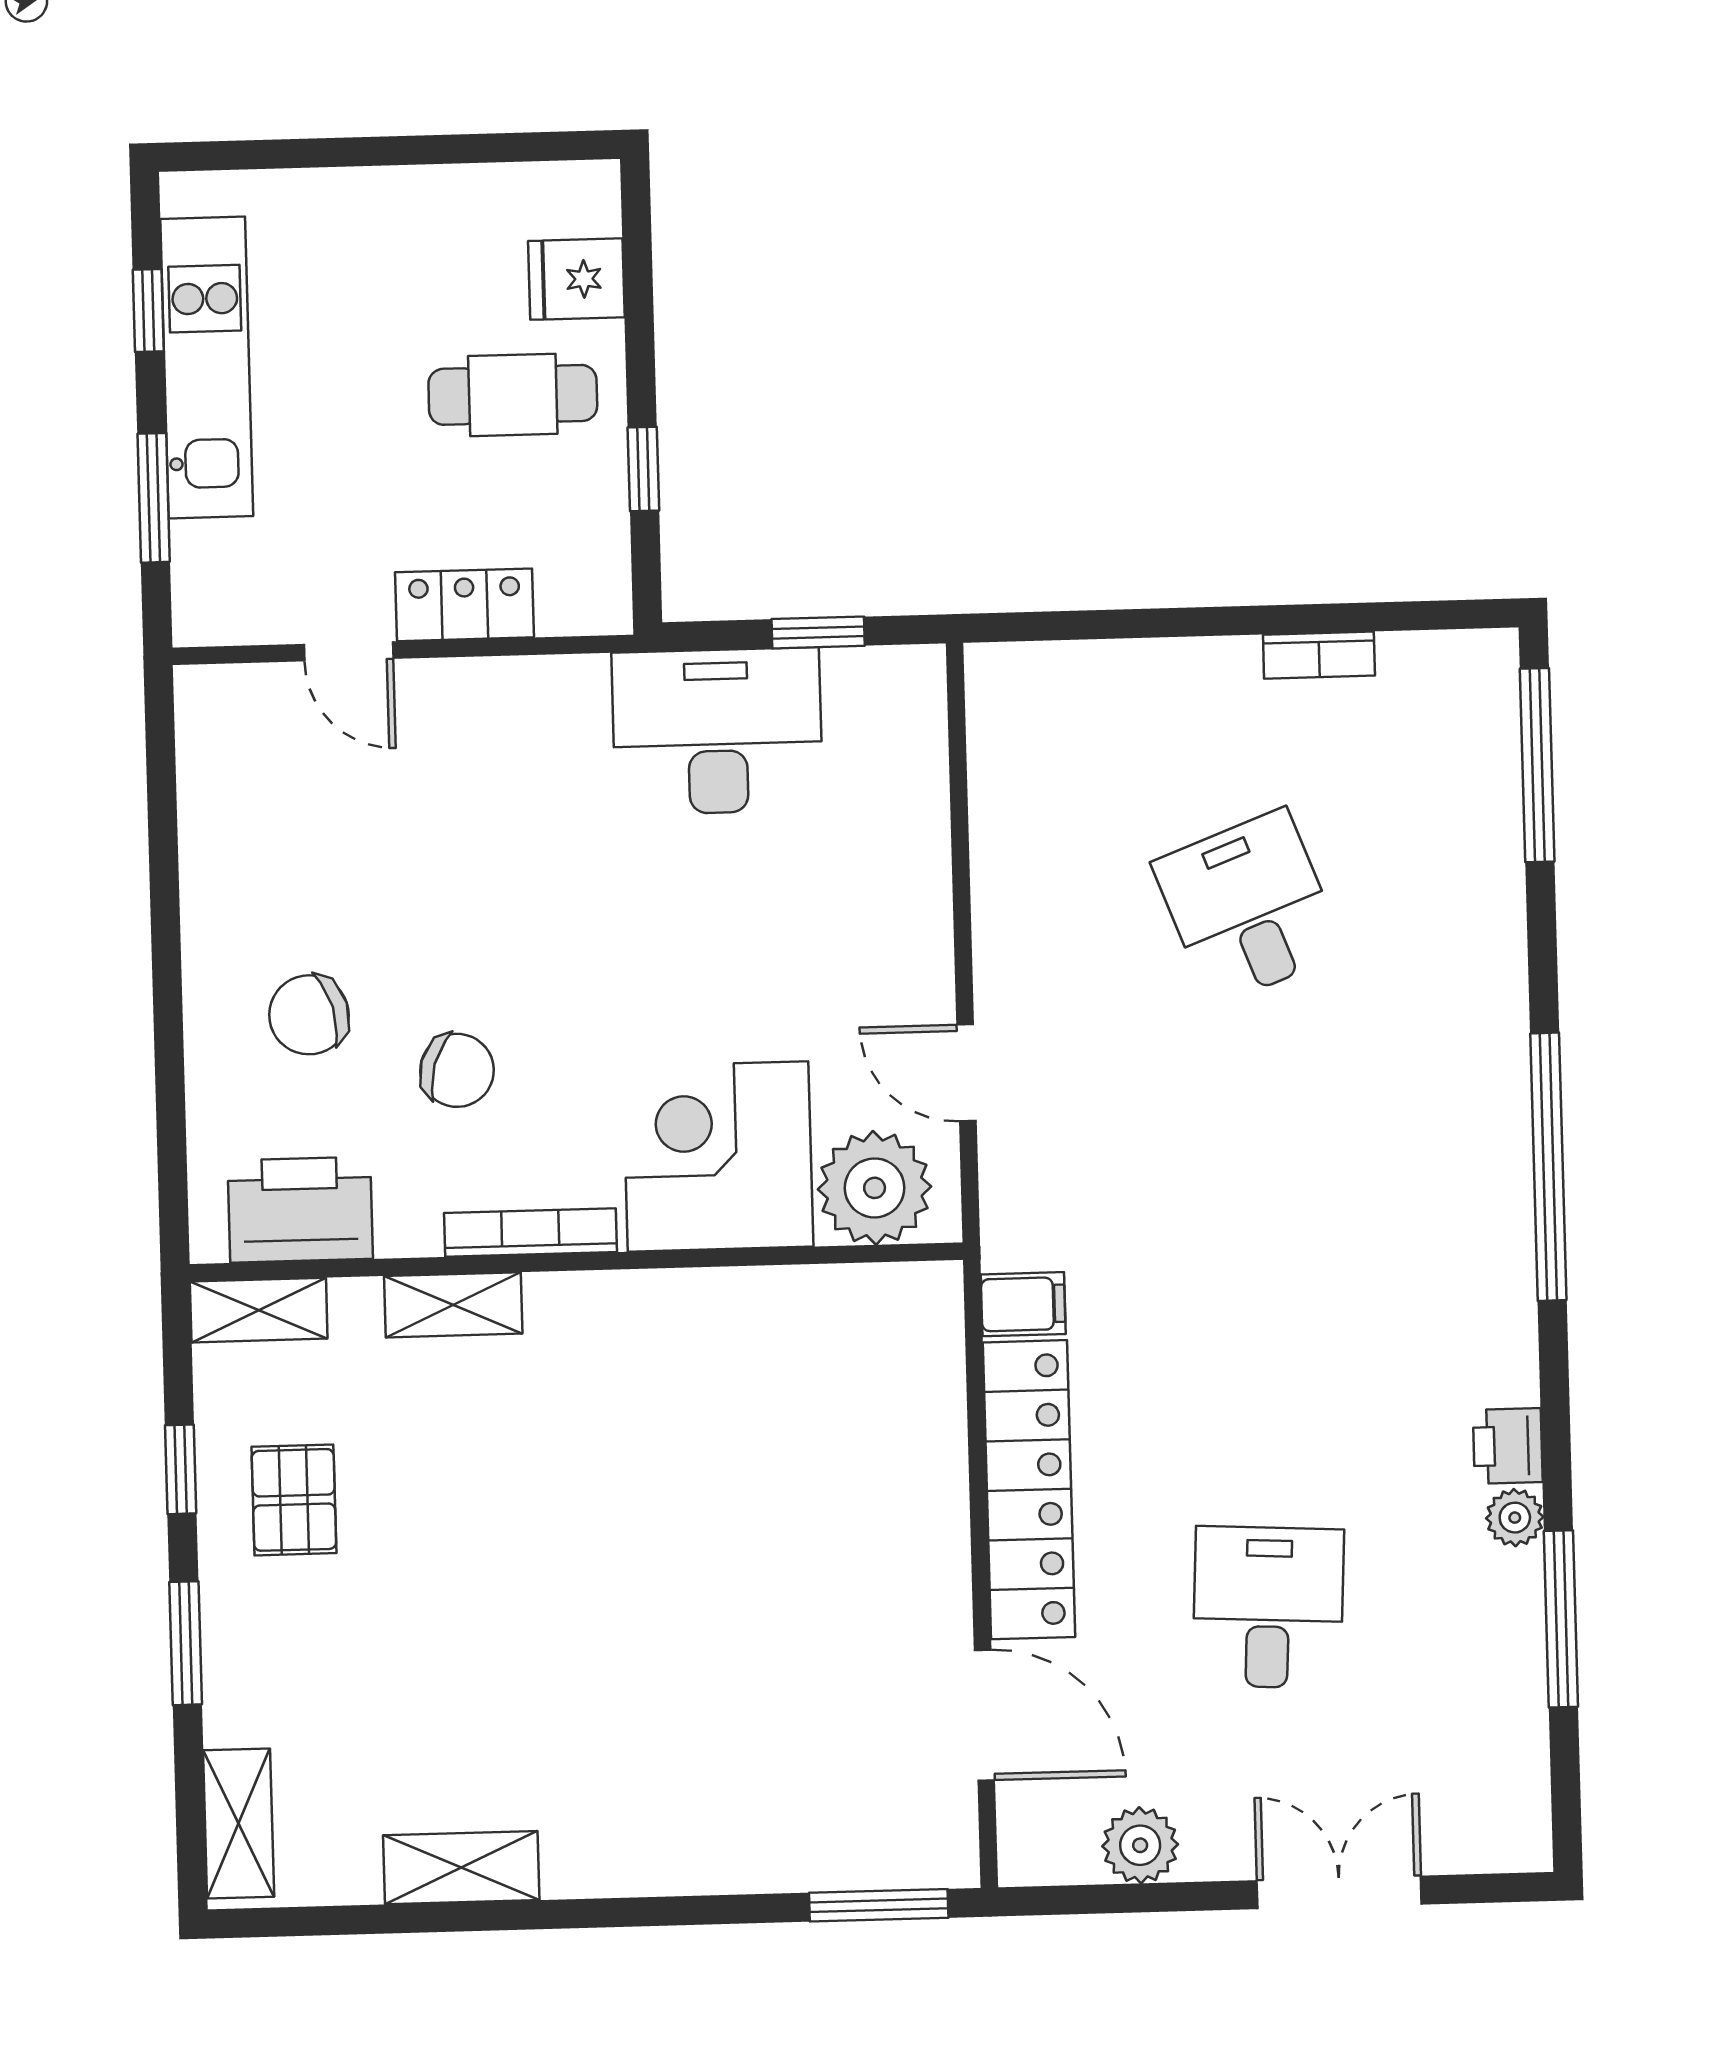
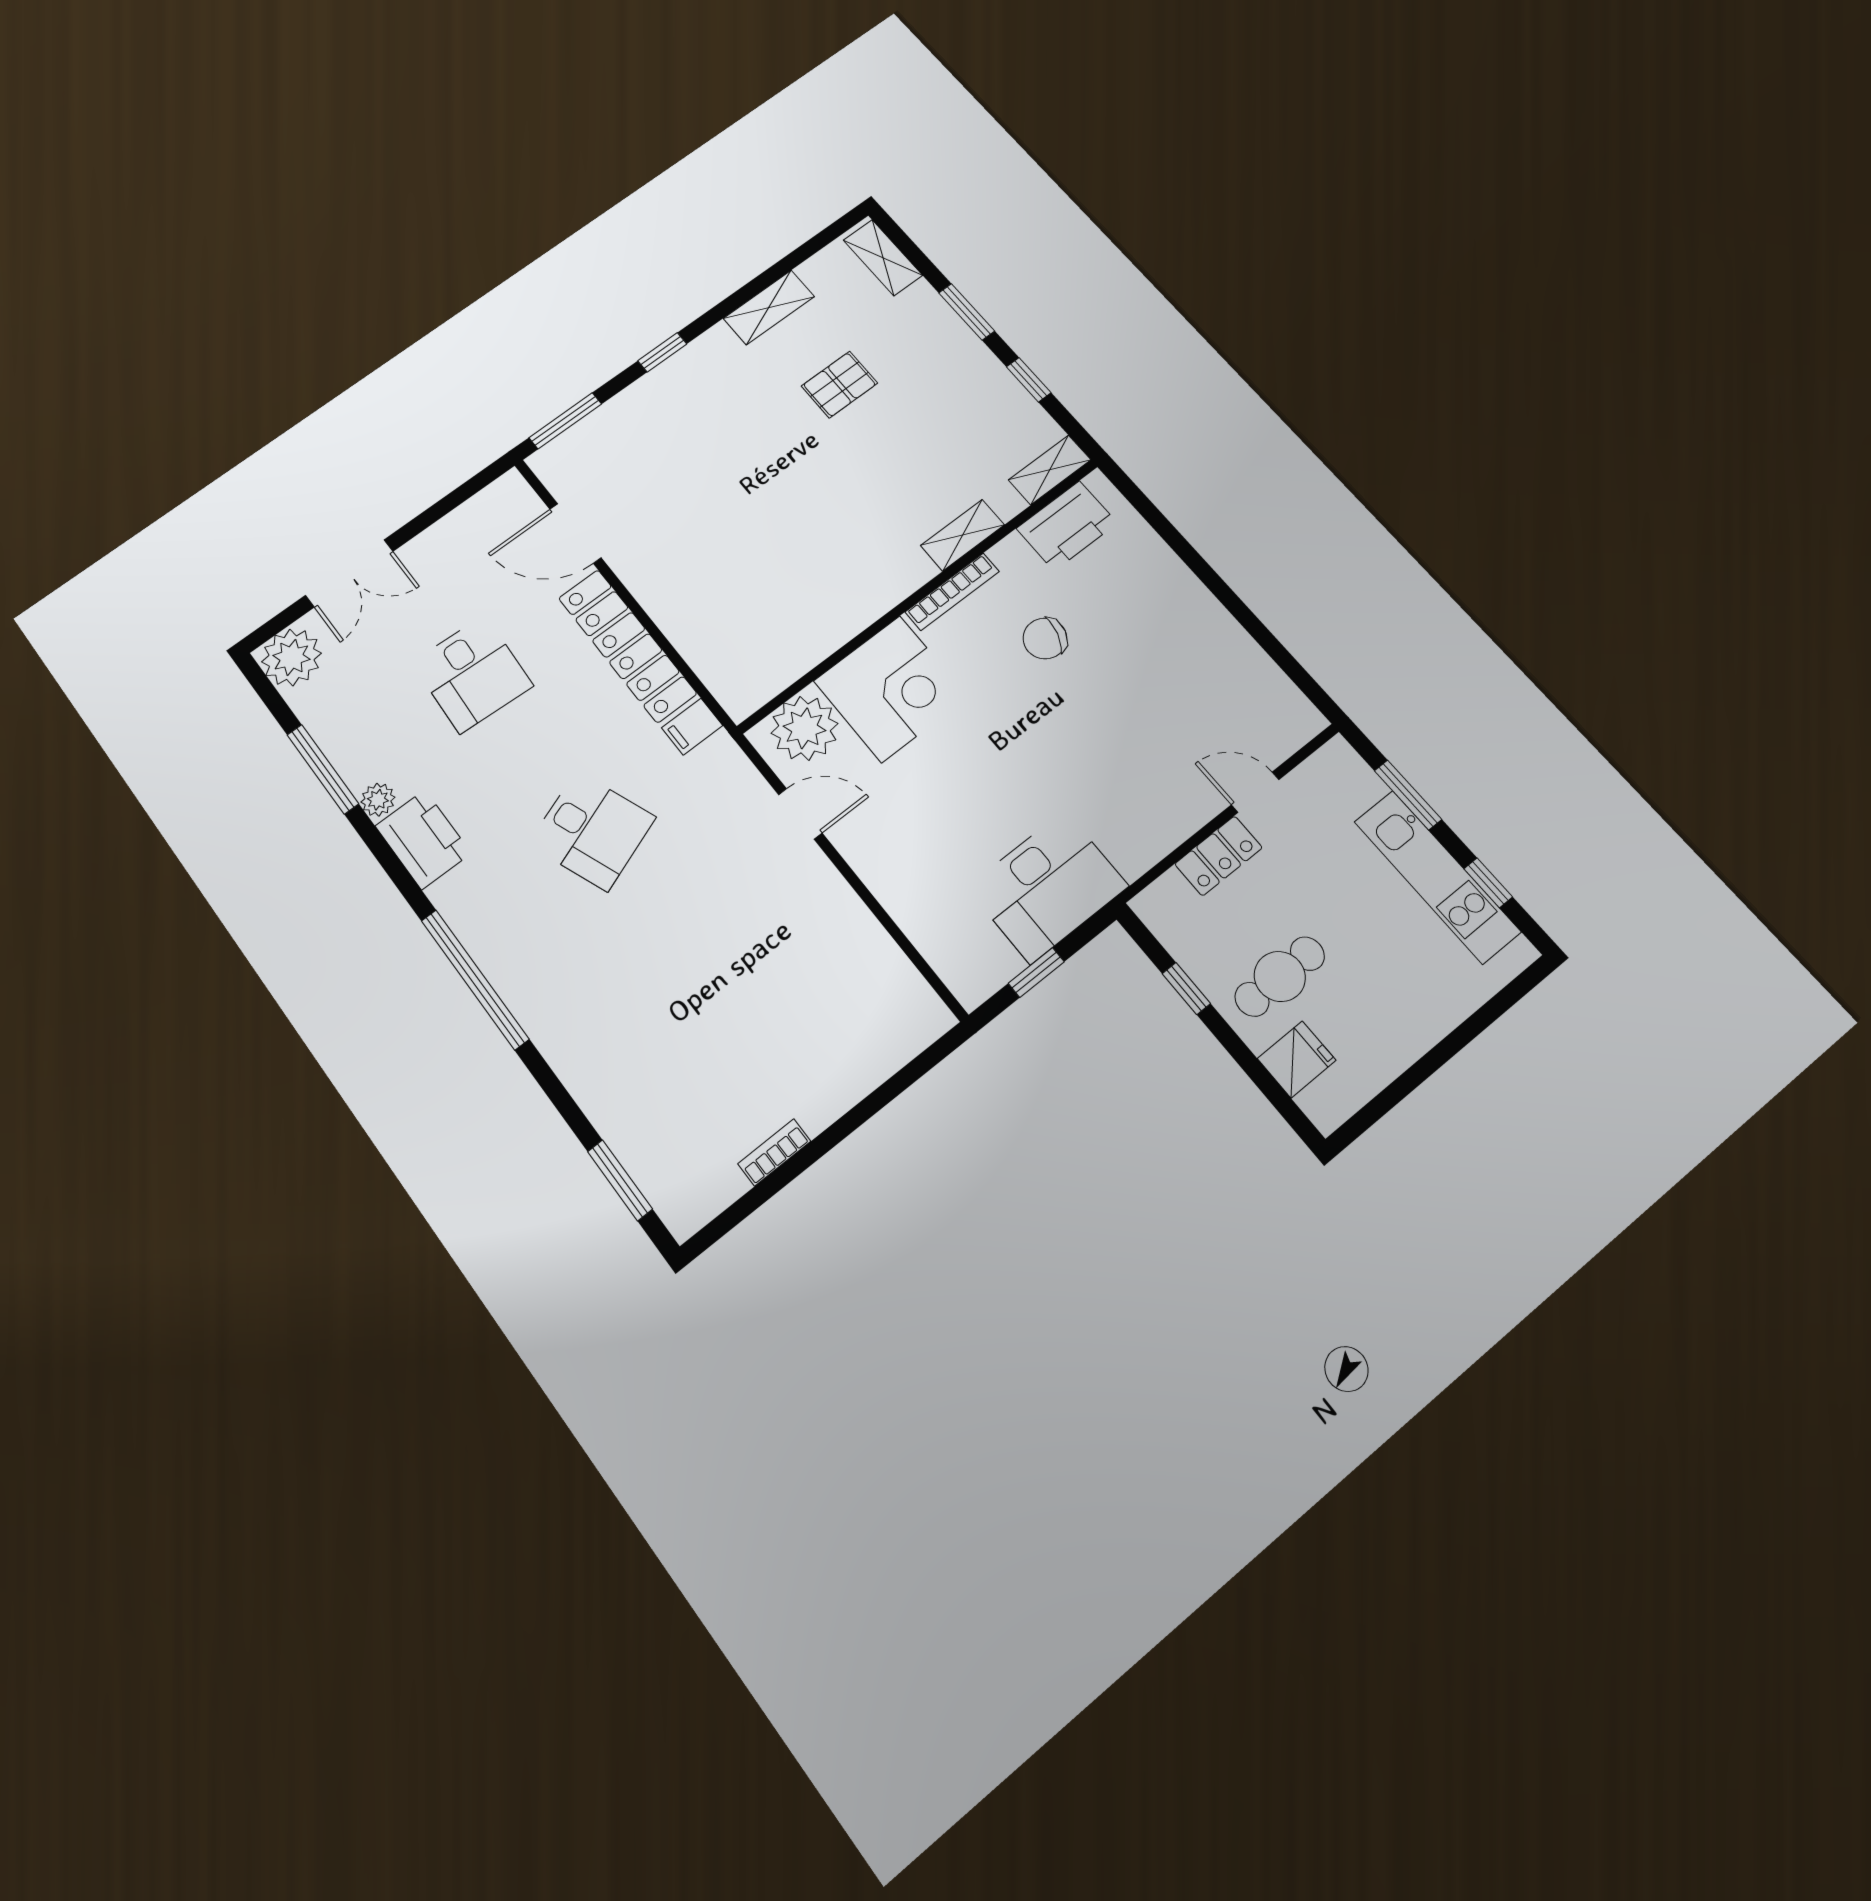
window: (1537, 765) -> (620, 1180), width x0.69
desk: (1249, 907) -> (592, 831), moved
chair: (309, 1015) -> (1134, 613), removed
printer: (1508, 1446) -> (423, 840), width x1.87, depth x1.48
pallet: (294, 1500) -> (839, 385), moved, turned 90
plant: (1140, 1845) -> (291, 657), moved, width x1.36, depth x1.36
window: (665, 1911) -> (662, 352), added

